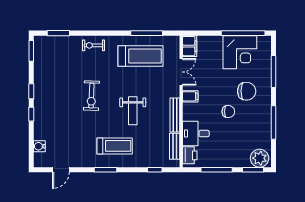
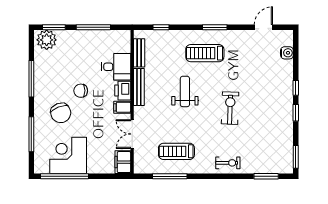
treadmill: (141, 56) -> (176, 151), width x0.73, depth x0.73
chair: (247, 91) -> (61, 113), turned -111
printer: (190, 155) -> (123, 91), moved

